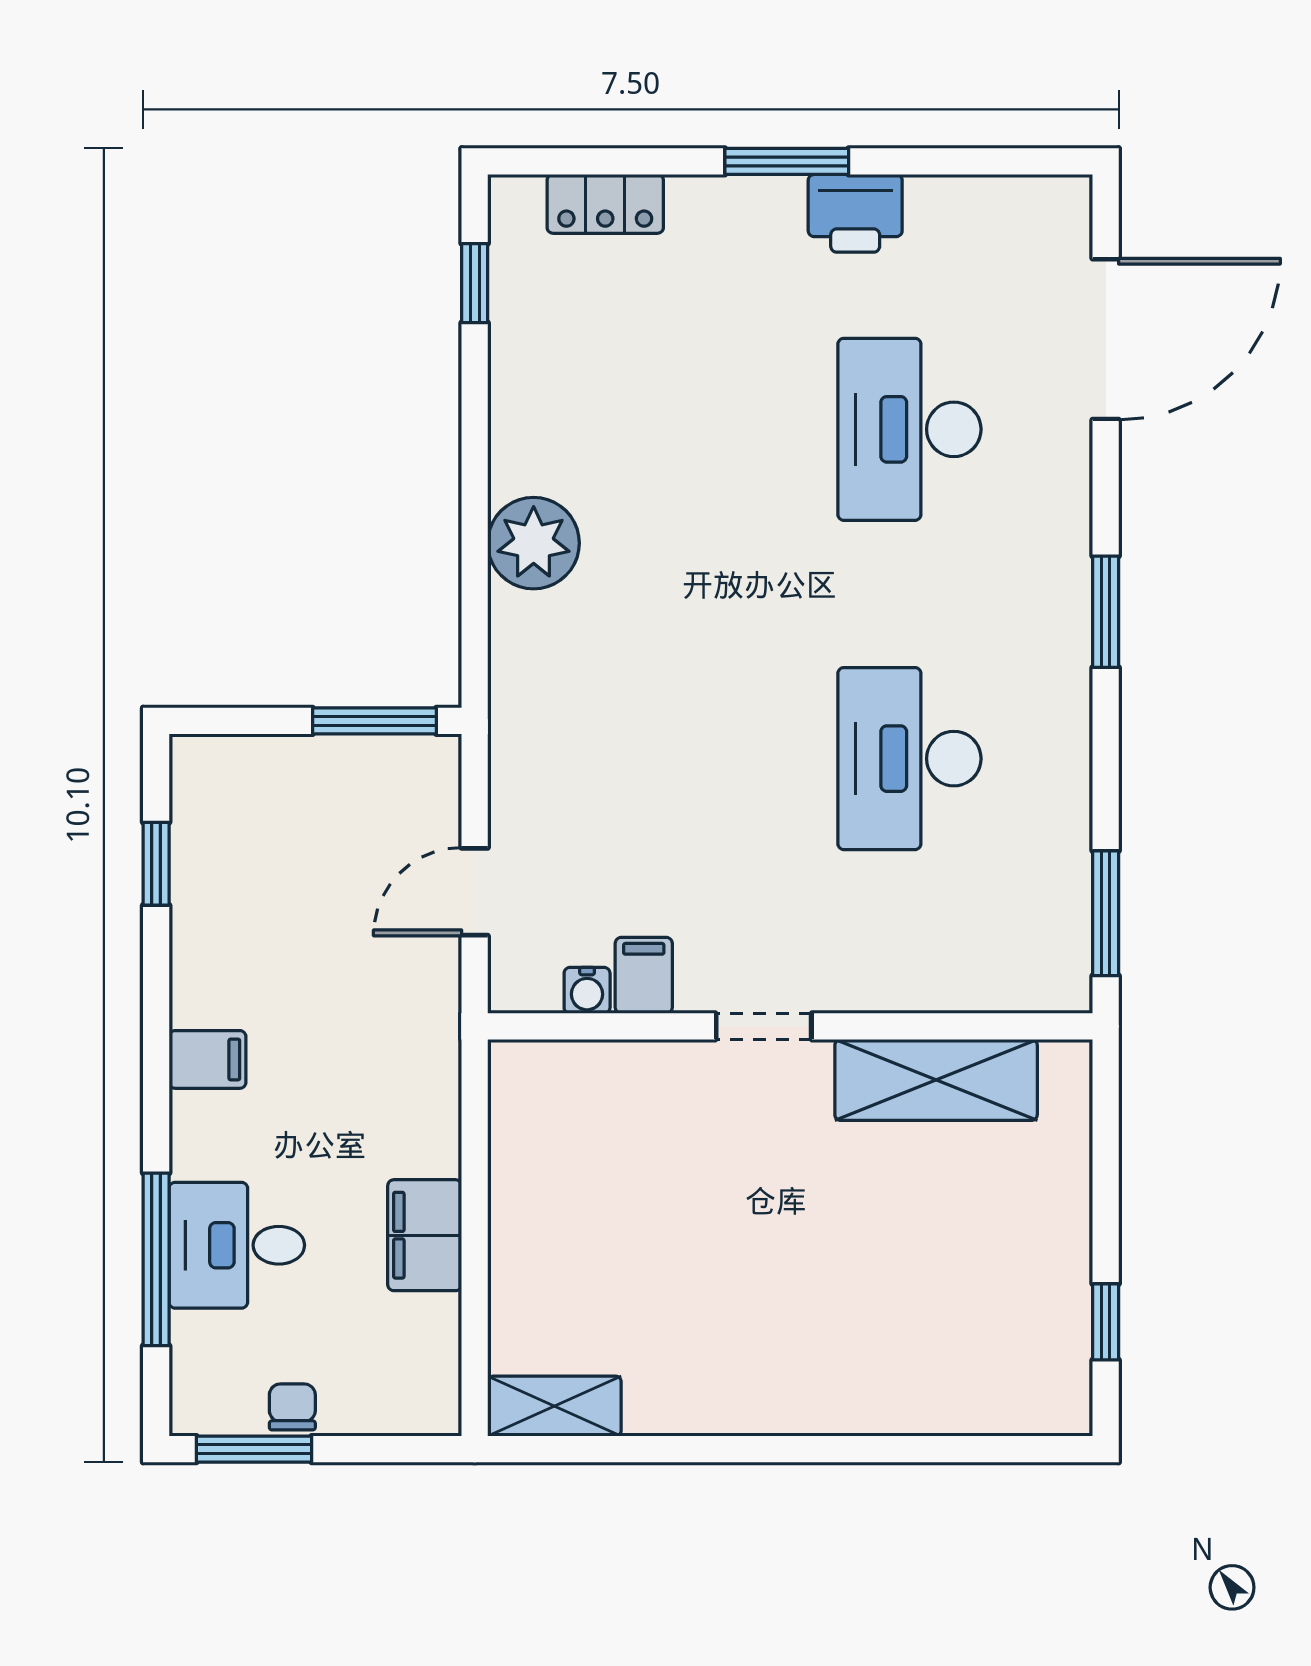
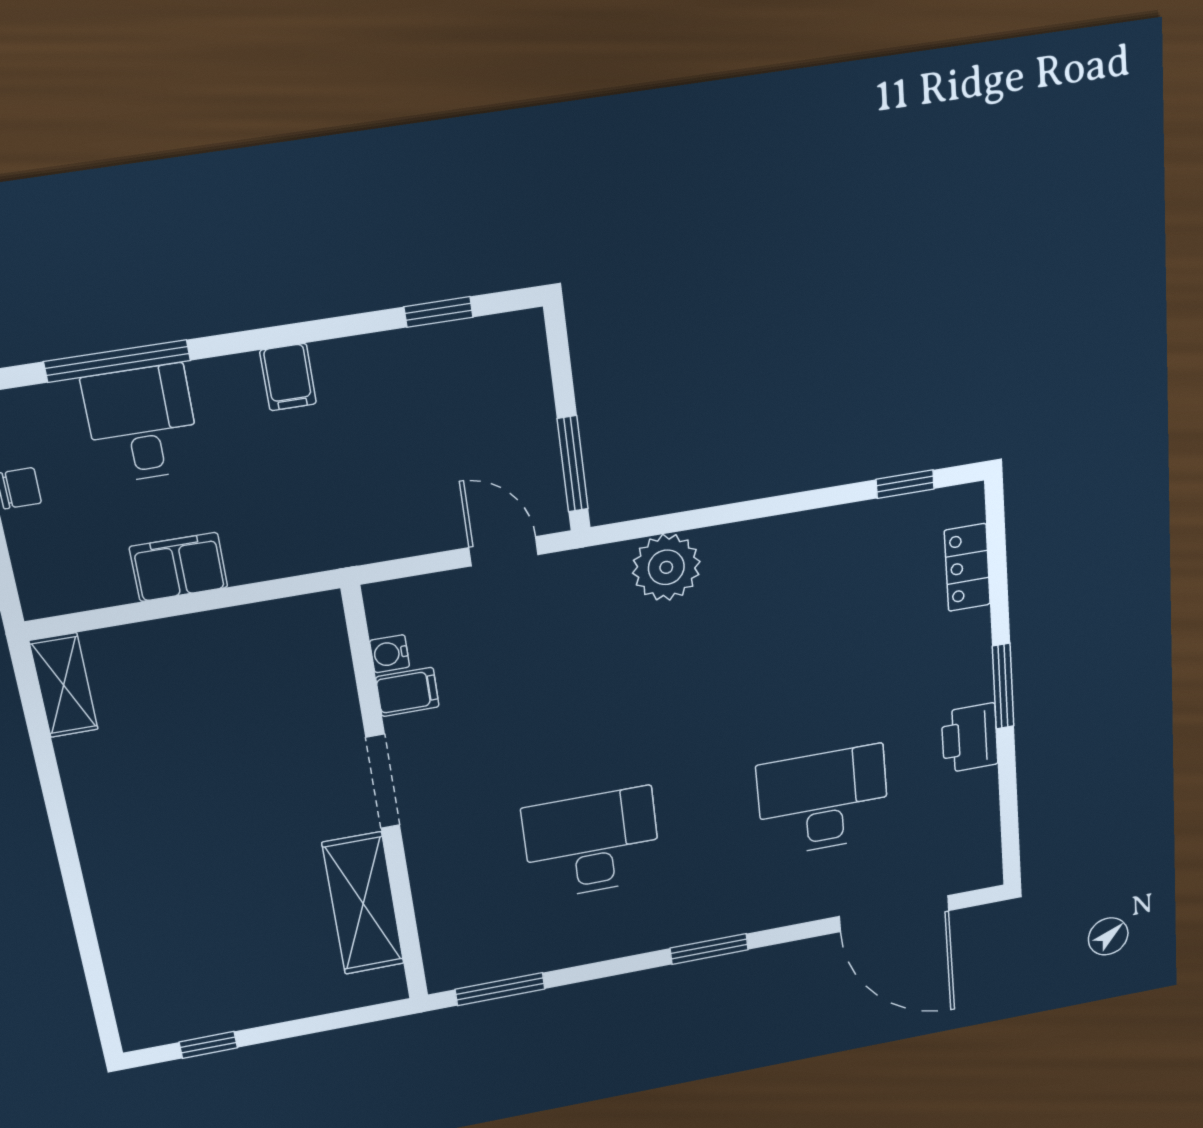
plant: (534, 543) -> (666, 567), moved
door: (475, 892) -> (503, 551), moved
doorway: (764, 1026) -> (383, 781), width x1.38

